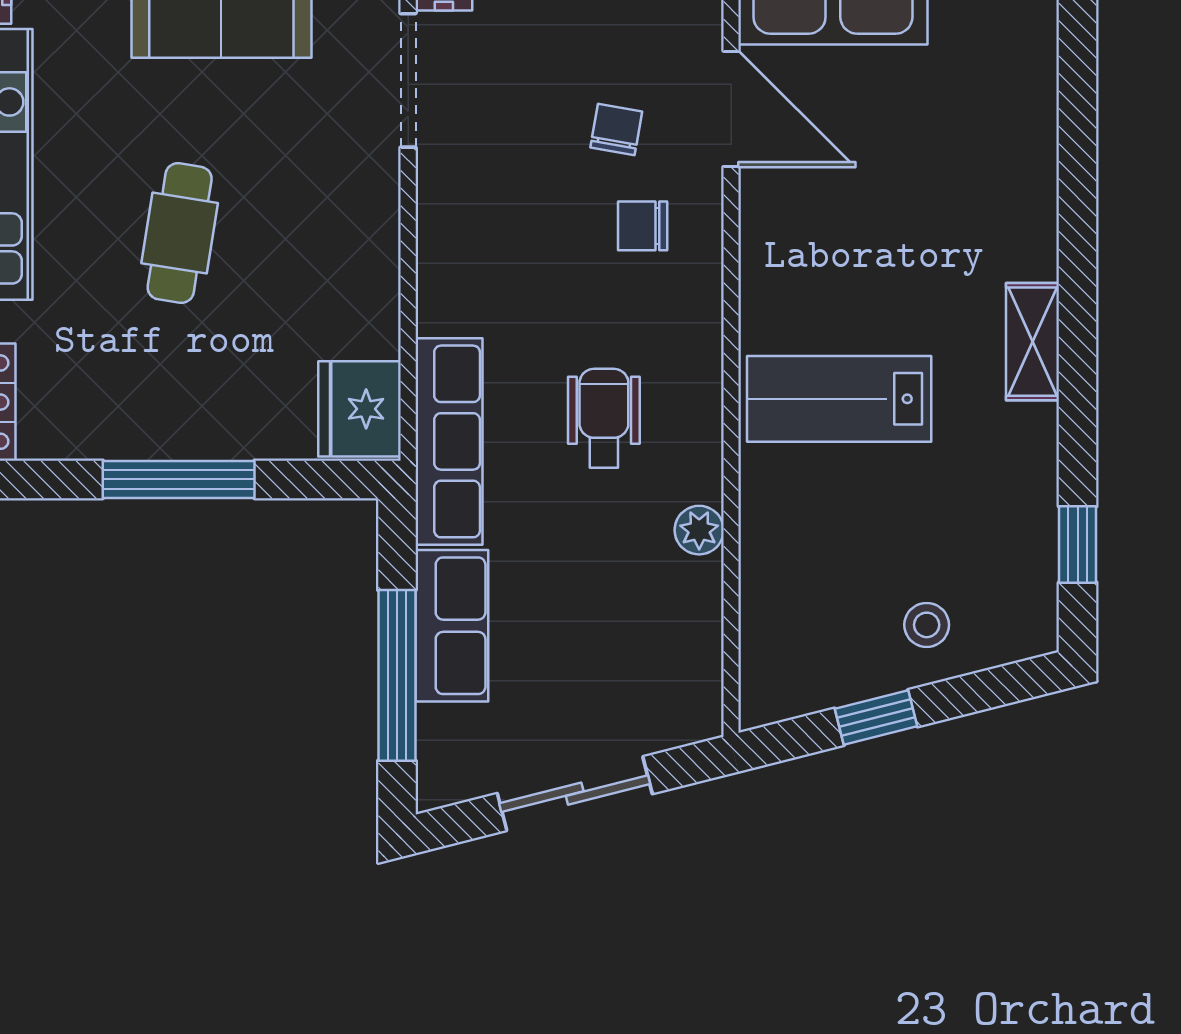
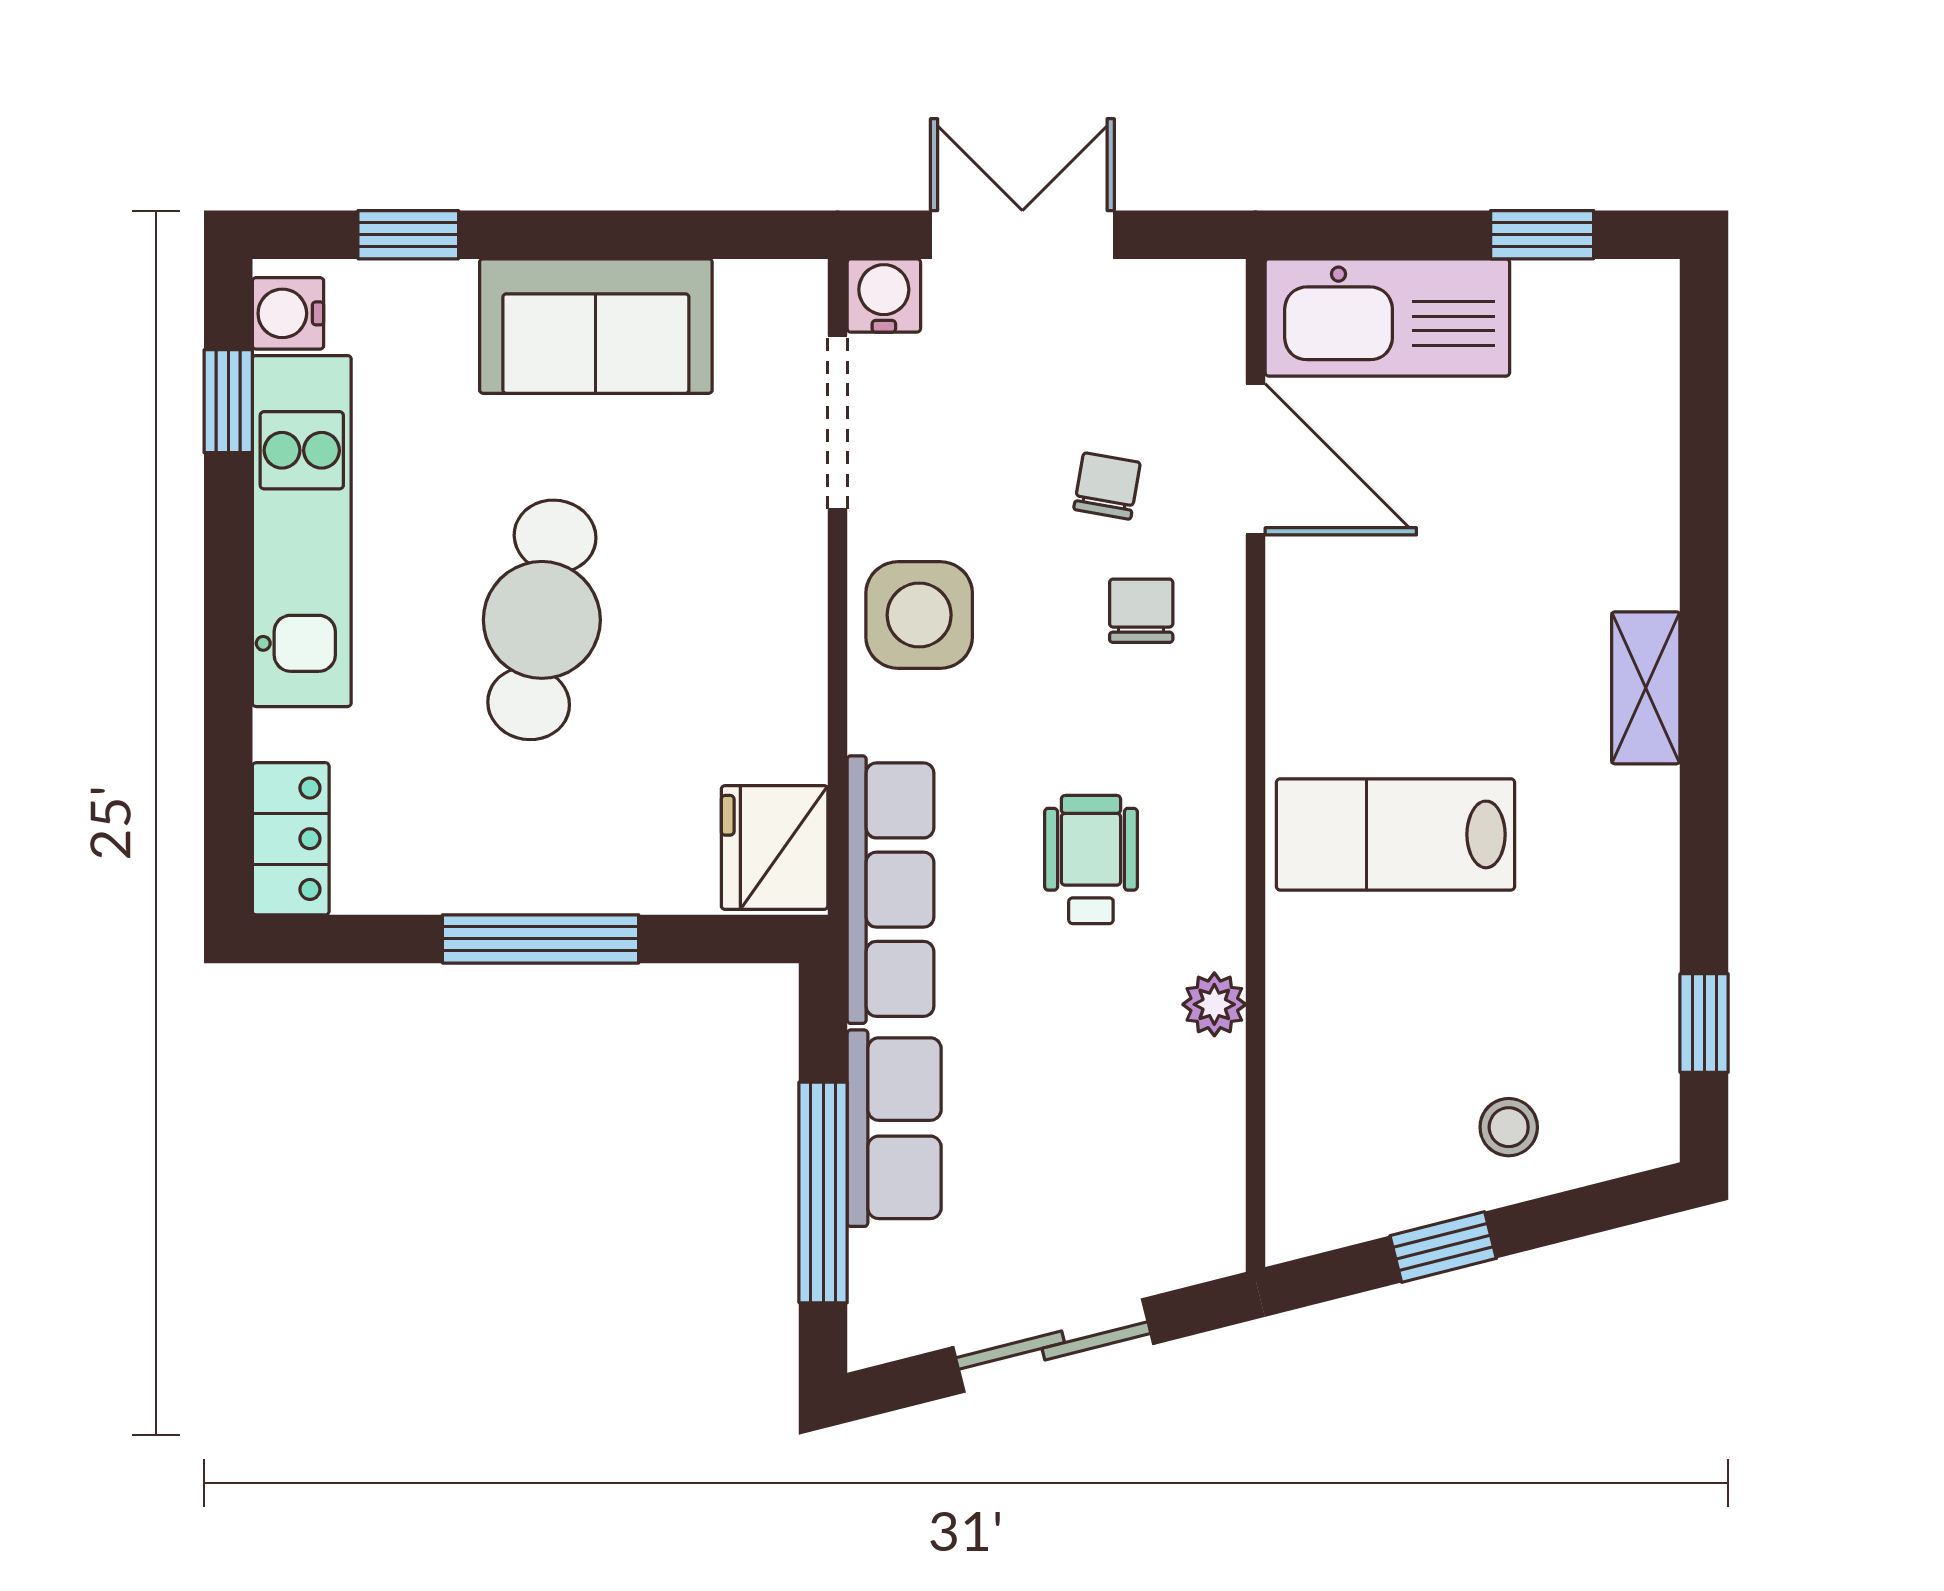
chair: (643, 226) -> (1141, 611), turned 90
side table: (471, 229) -> (919, 615), added
cafe table: (180, 233) -> (542, 620), width x1.37, depth x1.35
shelving: (1033, 342) -> (1646, 688), moved

